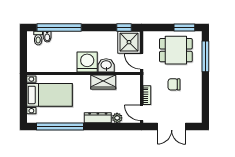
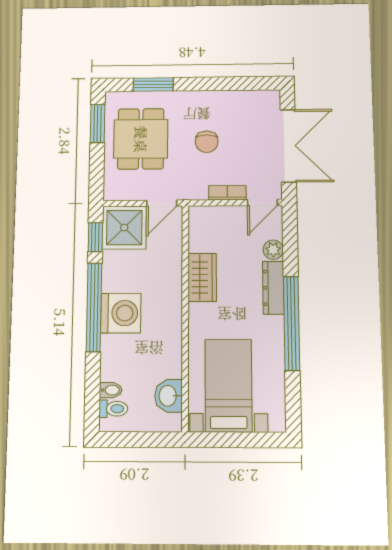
window: (59, 27) -> (94, 307), moved
window: (205, 56) -> (153, 84), width x0.69
washing machine: (87, 62) -> (121, 313), moved, turned 180
washbasin: (106, 65) -> (168, 396), moved
window: (60, 127) -> (292, 323), moved
double door: (172, 127) -> (288, 146), width x1.37

